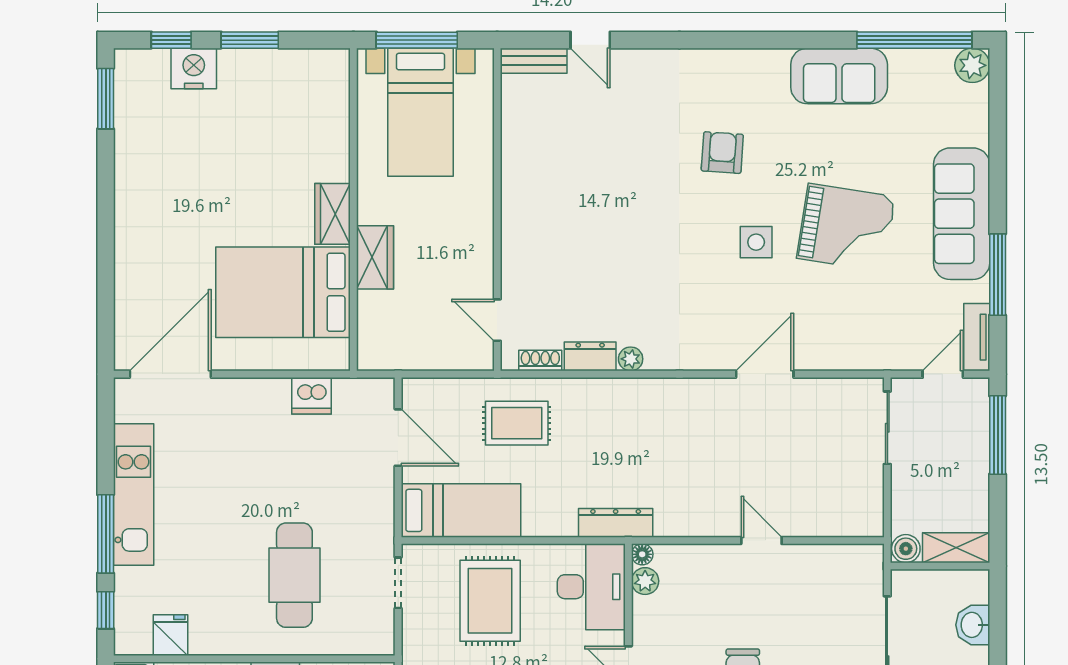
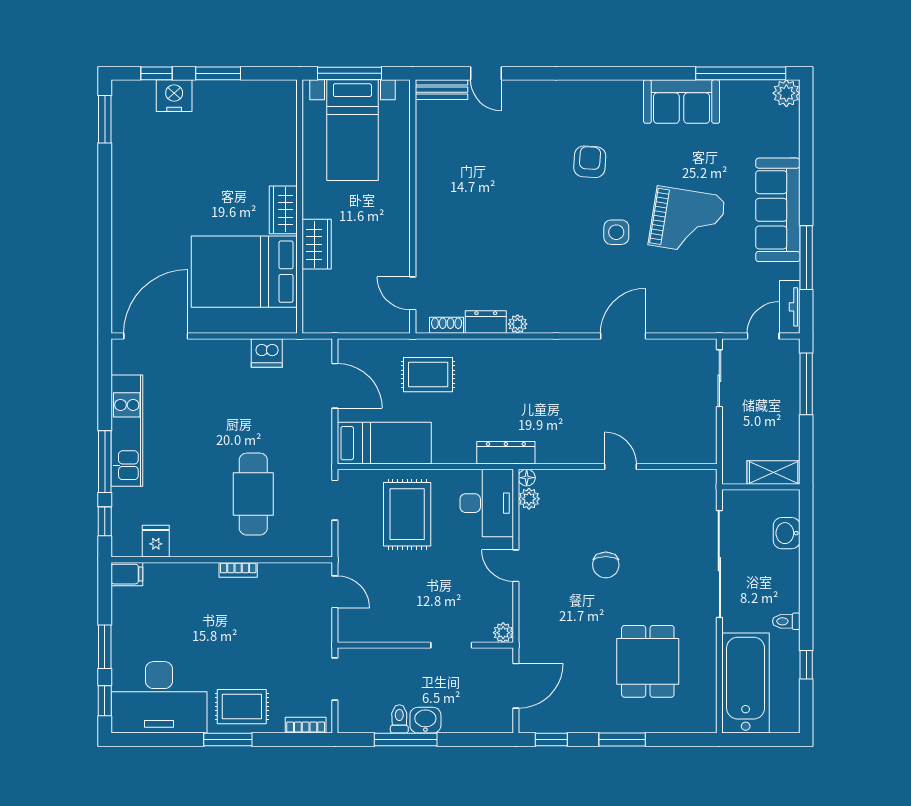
boiler: (906, 549) -> (734, 473), removed

